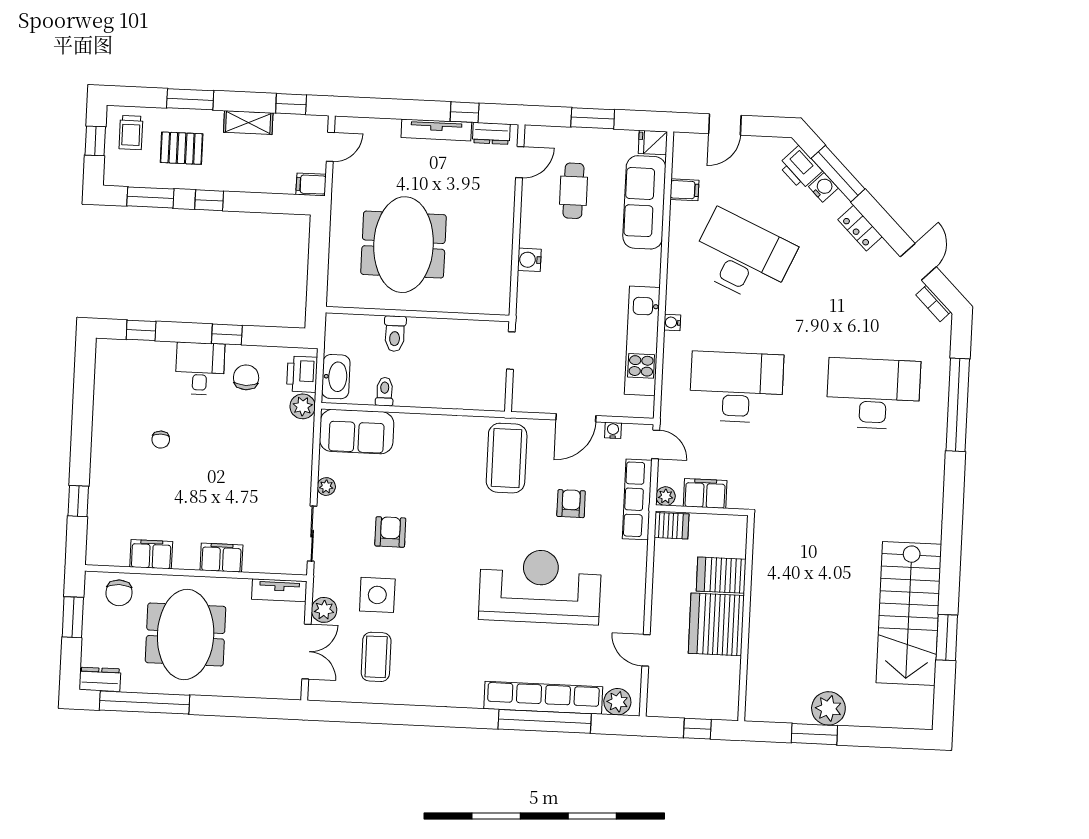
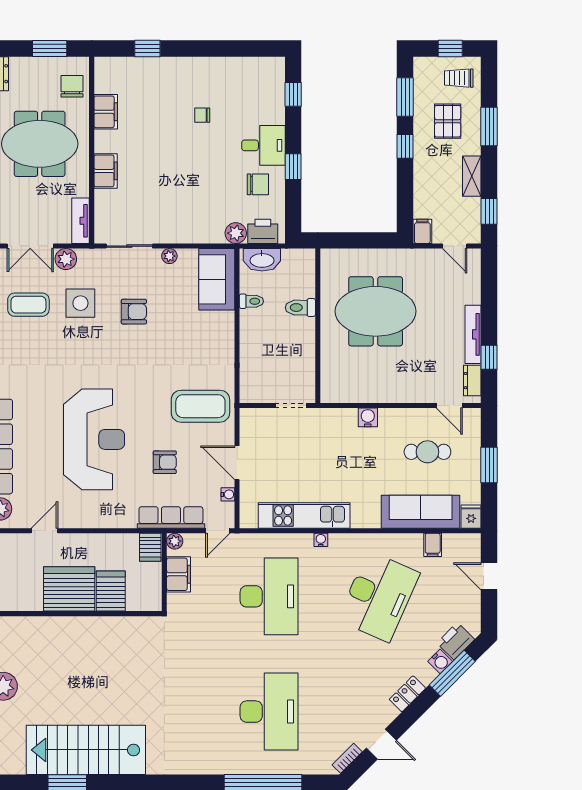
chair: (119, 593) -> (72, 86), turned 90

